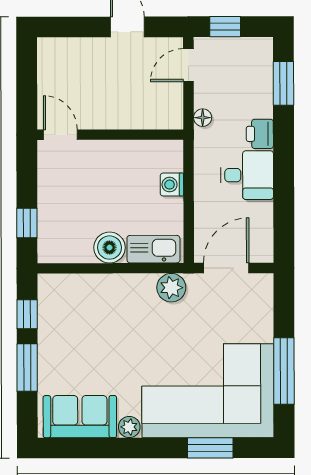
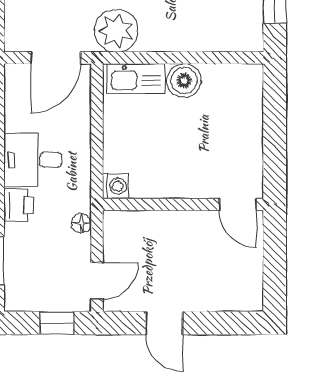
washing machine: (172, 185) -> (115, 186), moved
window: (27, 223) -> (275, 108), removed
plant: (171, 288) -> (116, 31), width x1.36, depth x1.36

